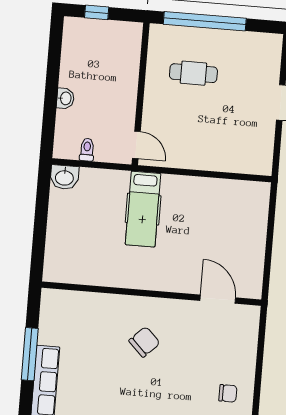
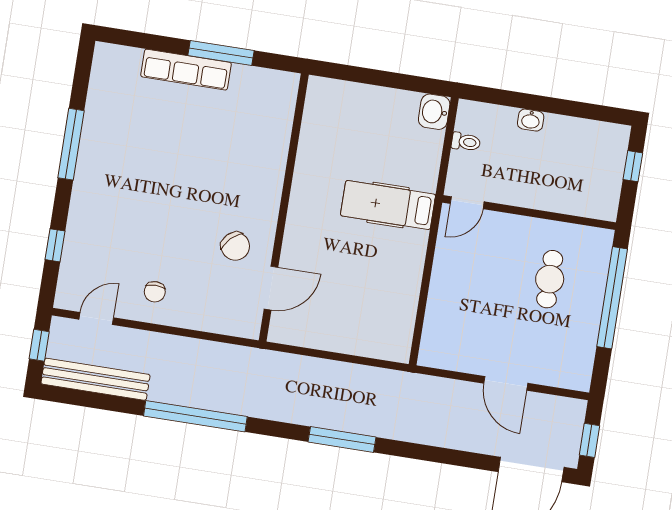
chair: (144, 342) -> (235, 246), moved

